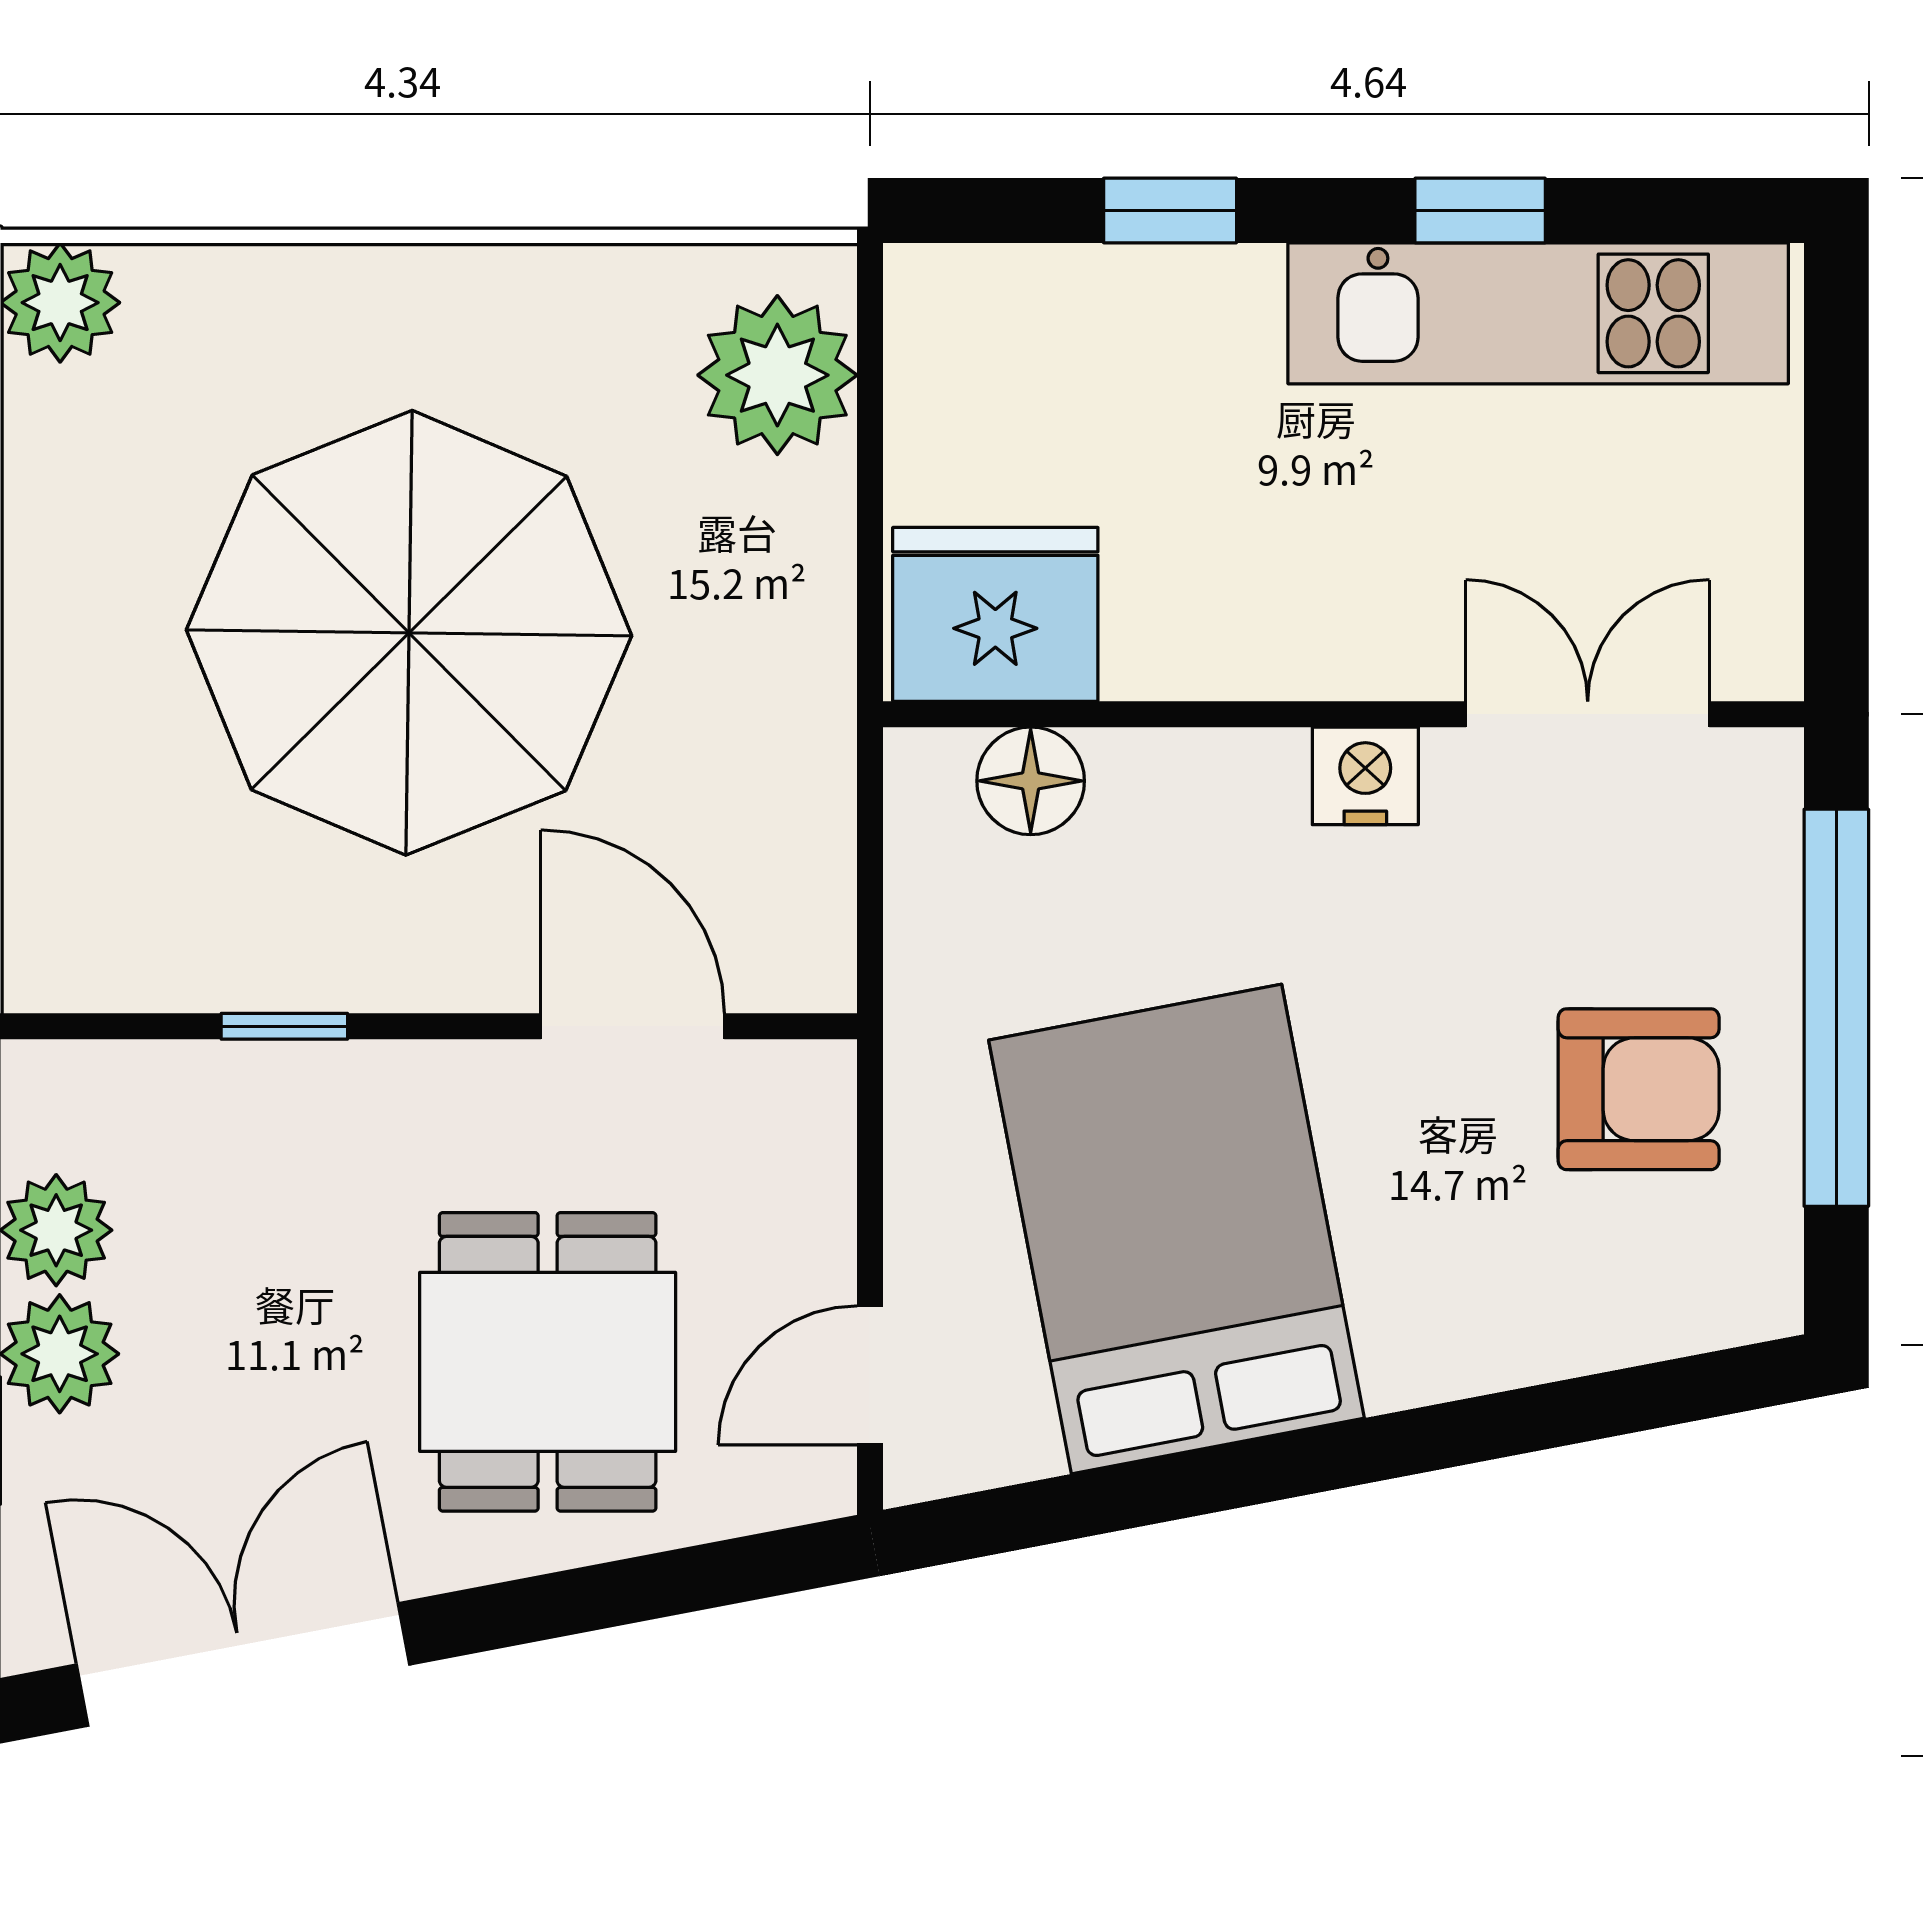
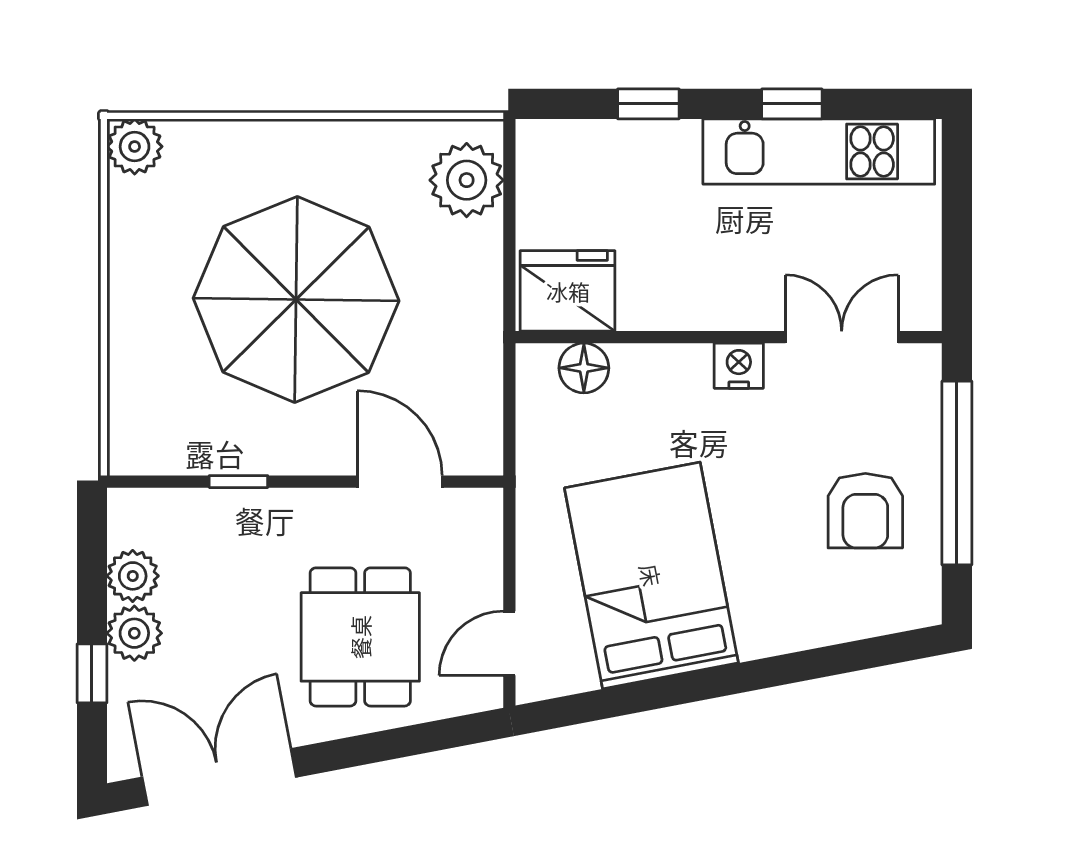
armchair: (1639, 1089) -> (865, 511), turned 90

